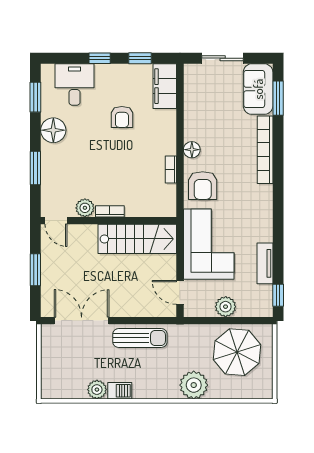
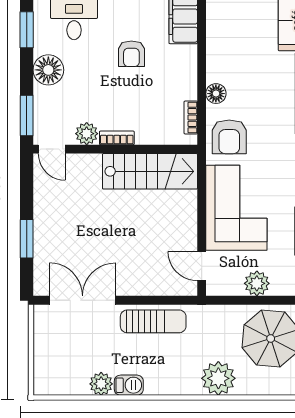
plant: (85, 208) -> (87, 134), moved
bookcase: (110, 211) -> (117, 138), moved
door: (56, 221) -> (52, 149), moved
wall: (109, 221) -> (115, 149), moved
stairs: (137, 239) -> (150, 171), moved

